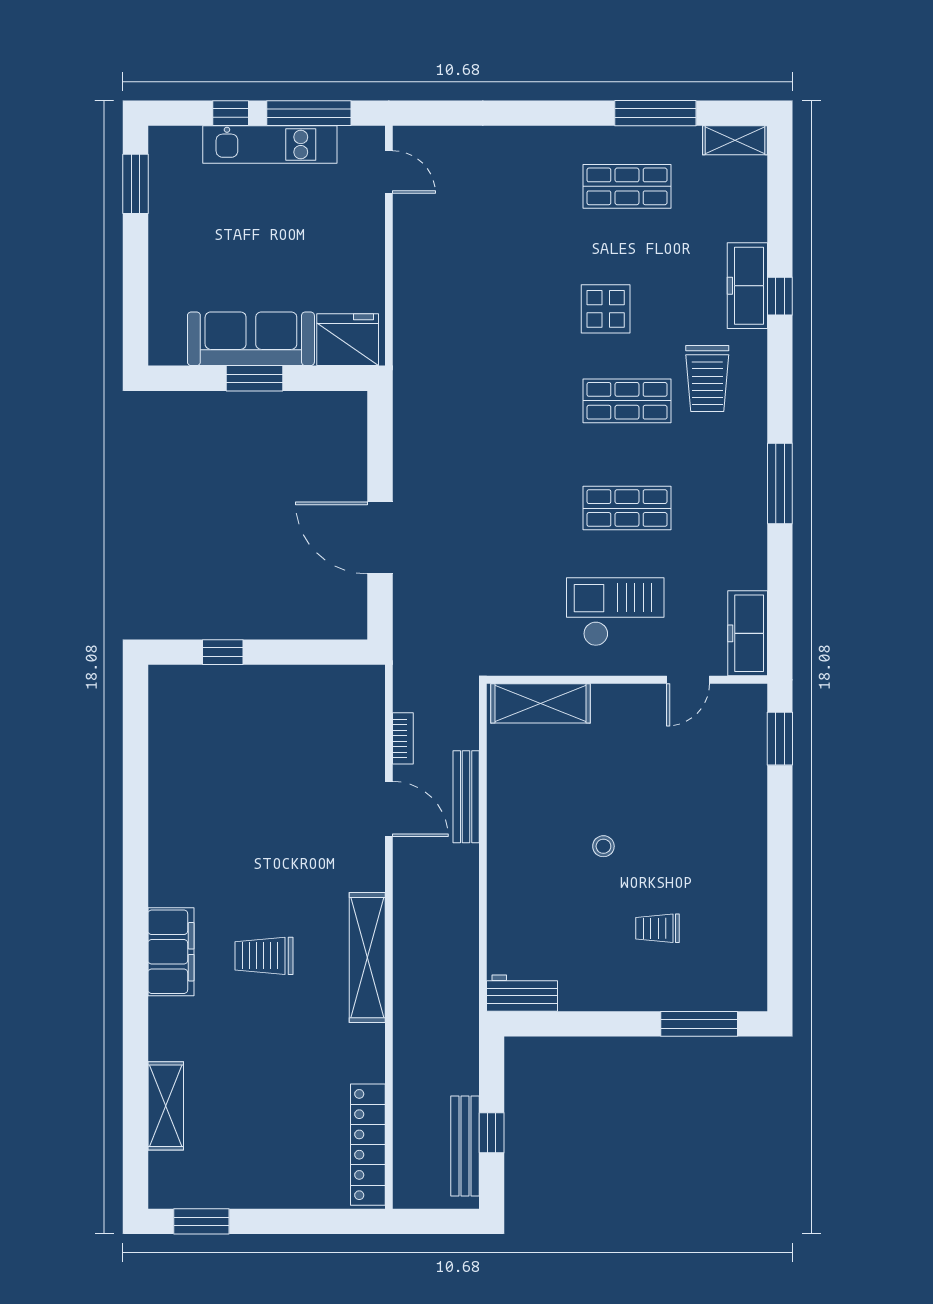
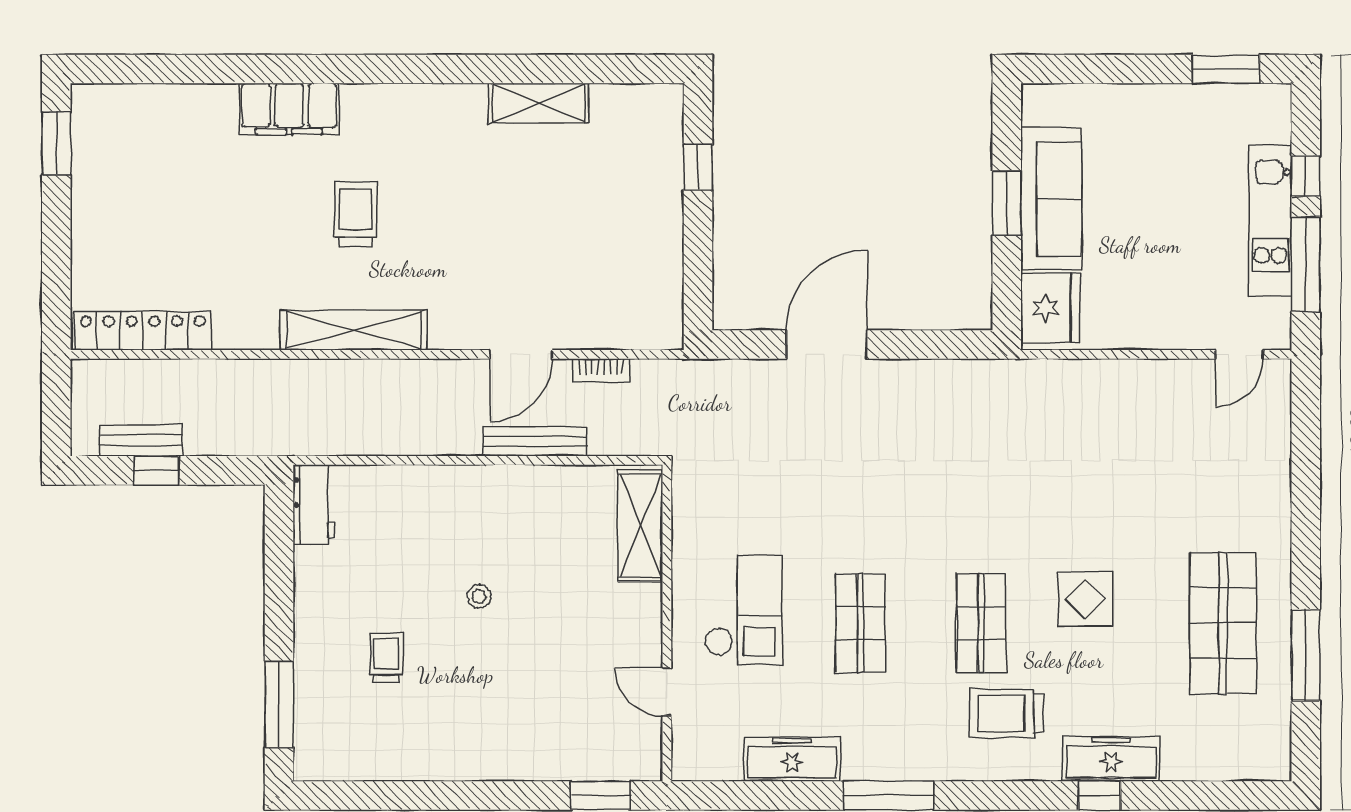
shelving: (735, 140) -> (1275, 745), removed
shop shelf: (627, 186) -> (1223, 623), width x1.43, depth x1.36
freezer: (748, 633) -> (792, 759), moved
filing cabinet: (171, 952) -> (289, 109), moved
shelving: (166, 1106) -> (539, 103), moved
bench: (465, 1146) -> (141, 440), width x0.73

